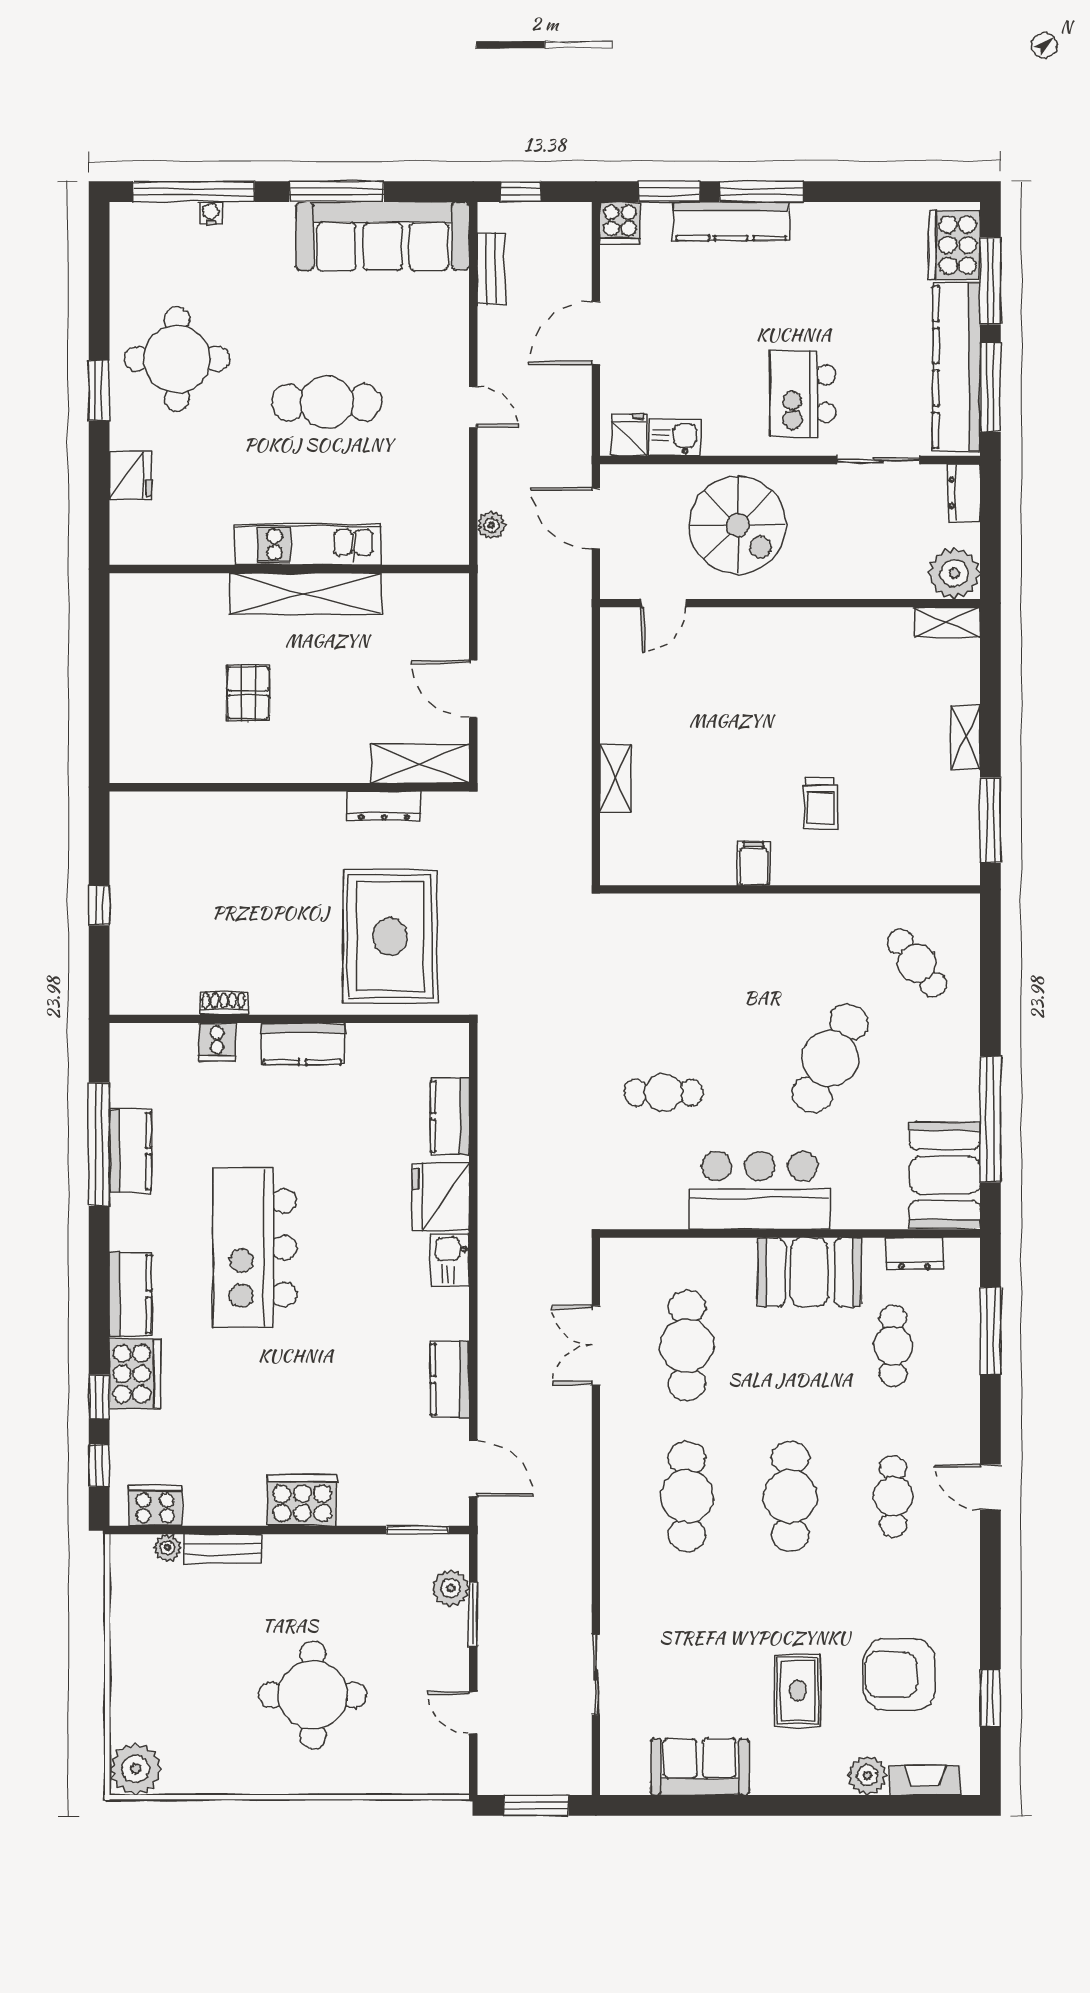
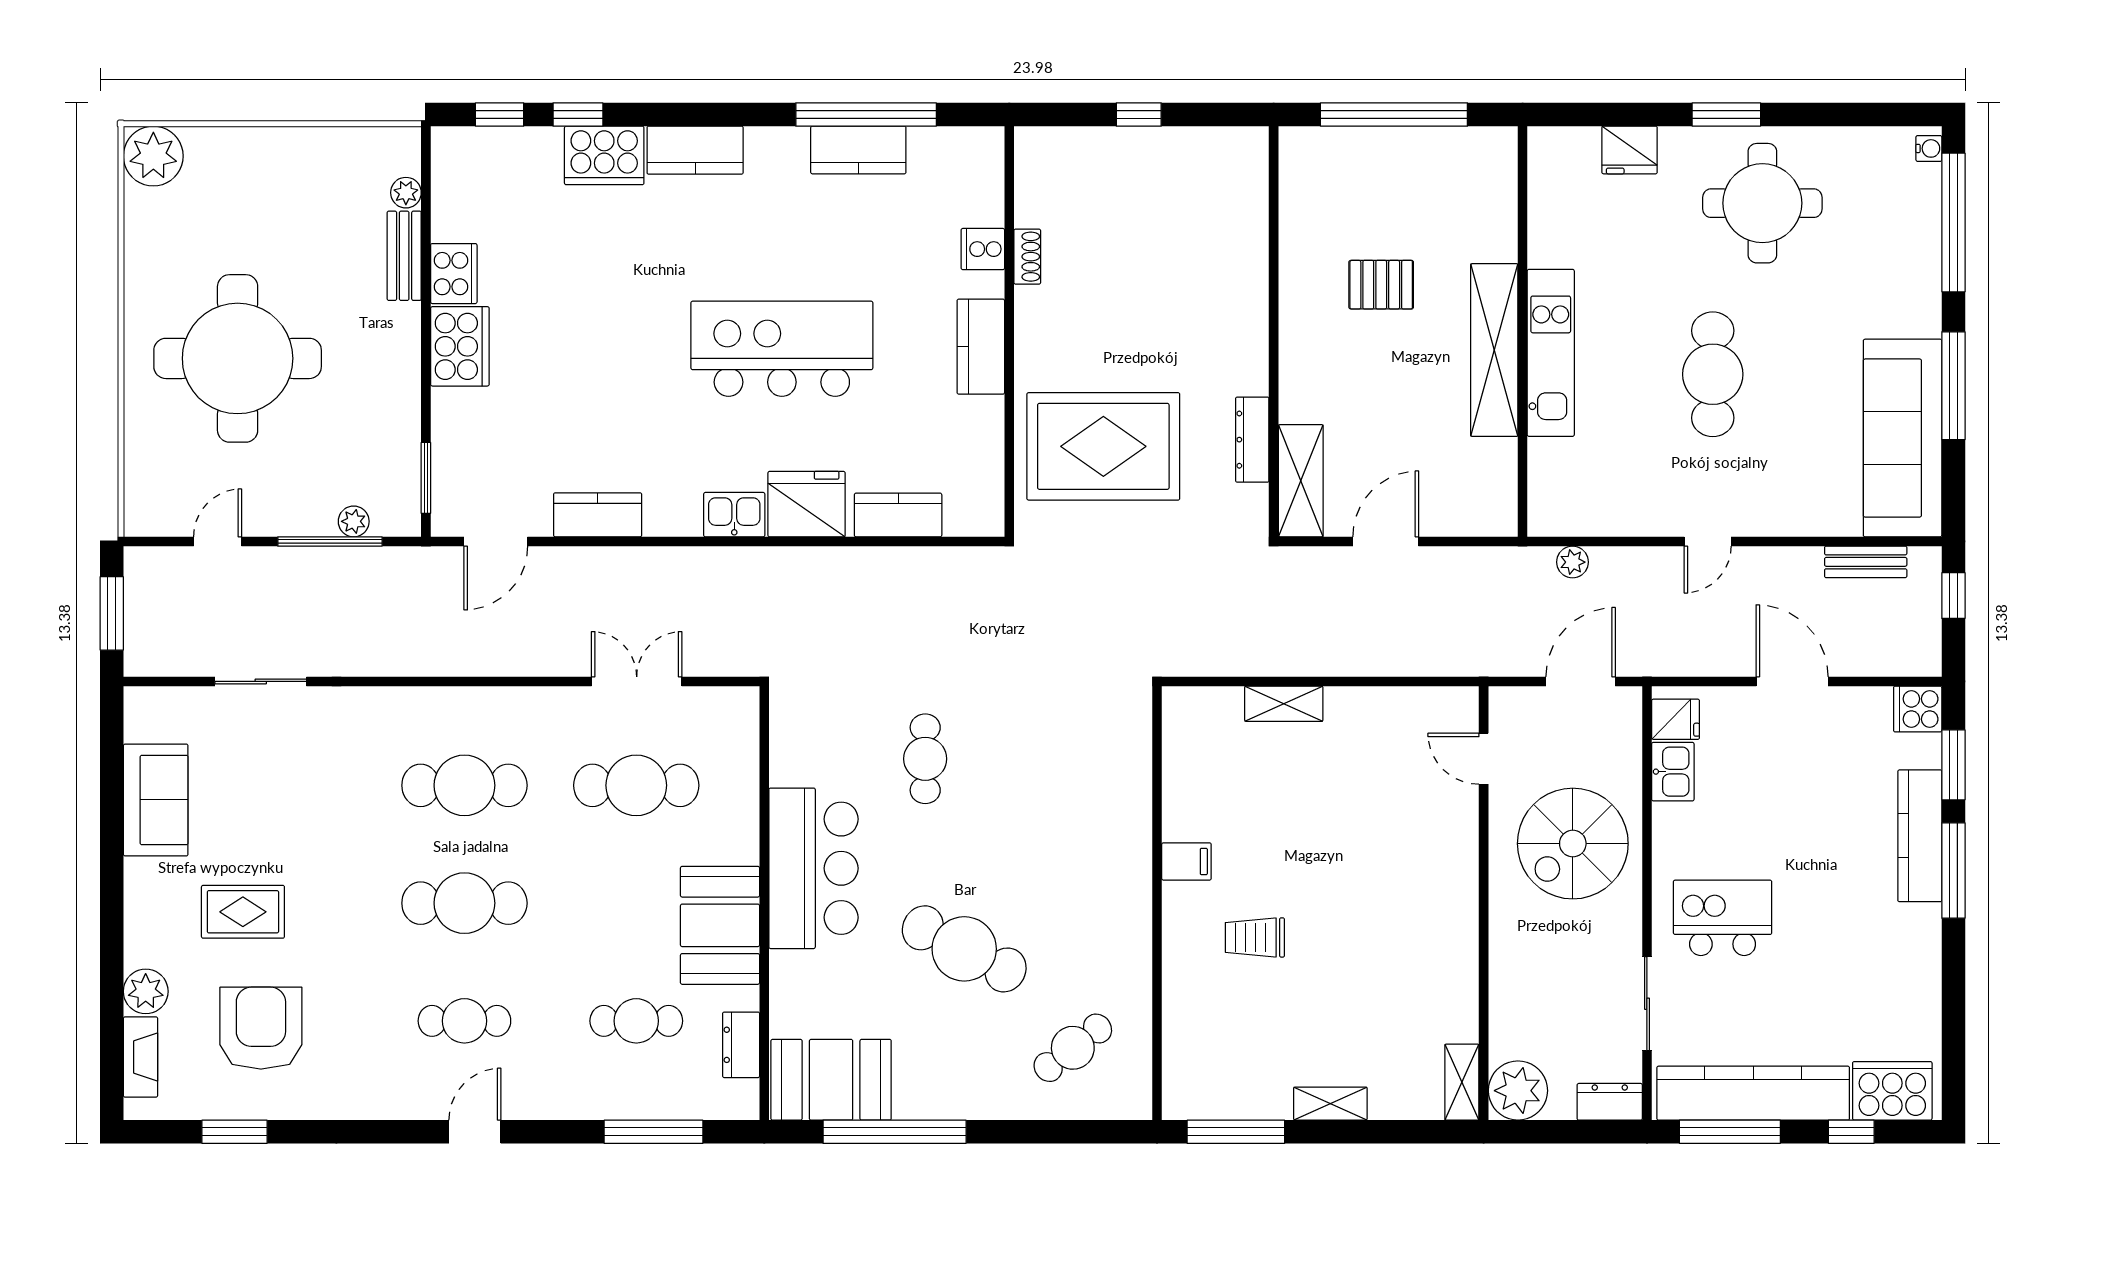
water cooler: (211, 213) -> (1929, 148), moved
window: (990, 281) -> (1851, 1132), width x0.46
window: (99, 682) -> (1394, 114), added
kitchen island: (255, 1248) -> (782, 349), moved
cooker: (155, 1506) -> (454, 274), moved
plant: (451, 1588) -> (354, 521), width x0.73, depth x0.73
window: (473, 1614) -> (330, 541), width x1.44
round table: (313, 1695) -> (238, 358), width x1.36, depth x1.36

